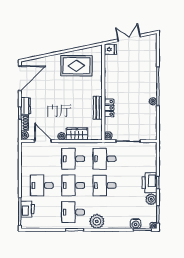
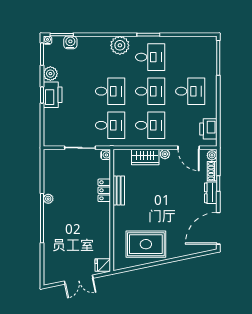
printer: (27, 209) -> (208, 129), moved

